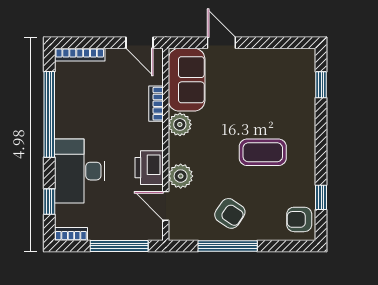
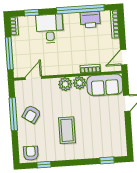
printer: (149, 168) -> (90, 20), moved, turned 180
desk: (80, 171) -> (50, 29), width x0.73
plant: (181, 176) -> (65, 84), moved

